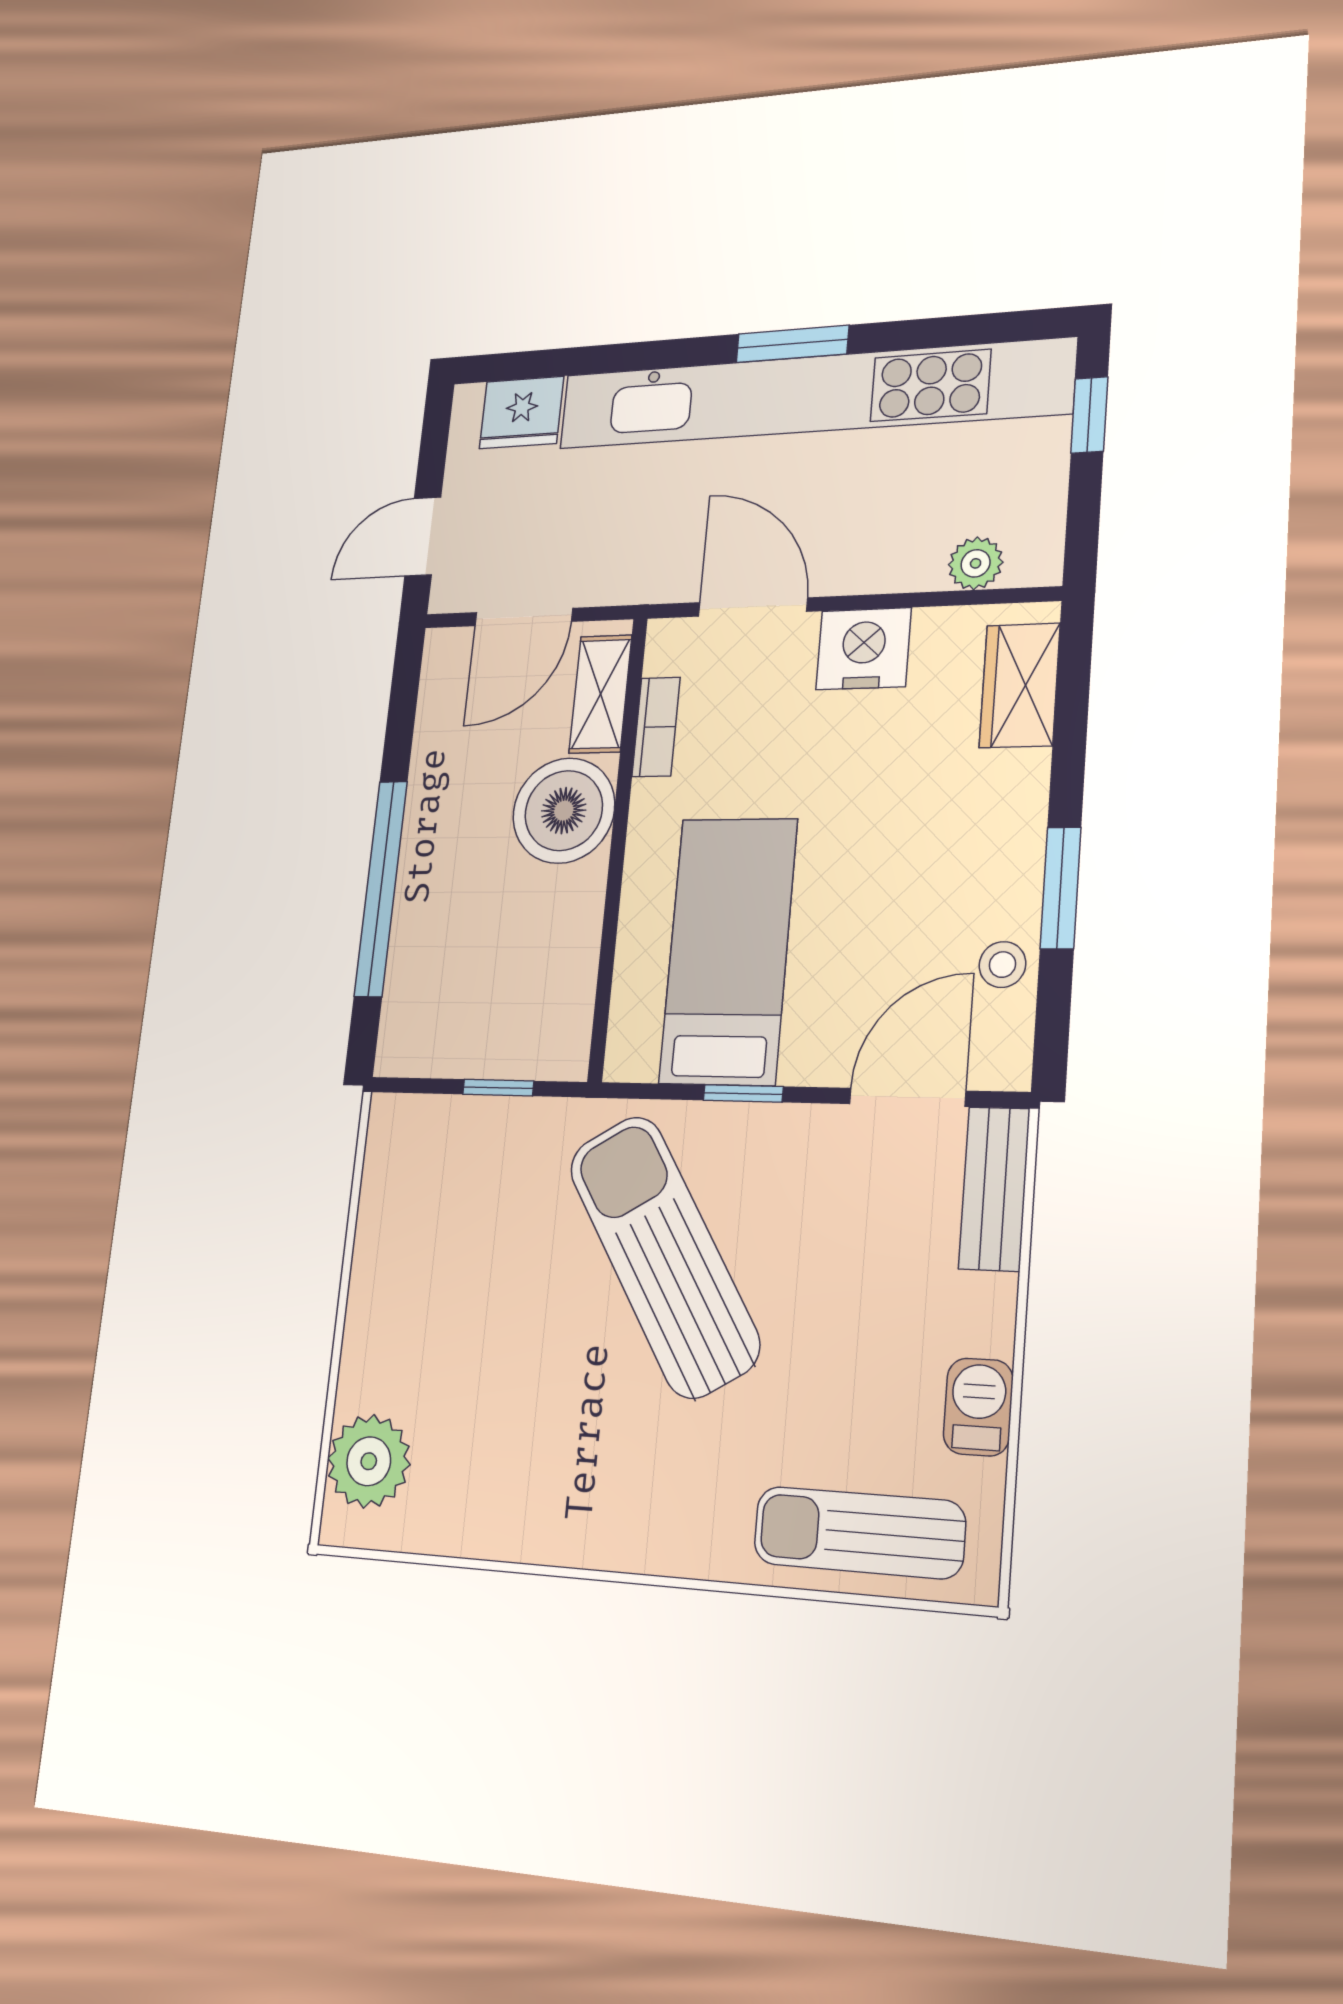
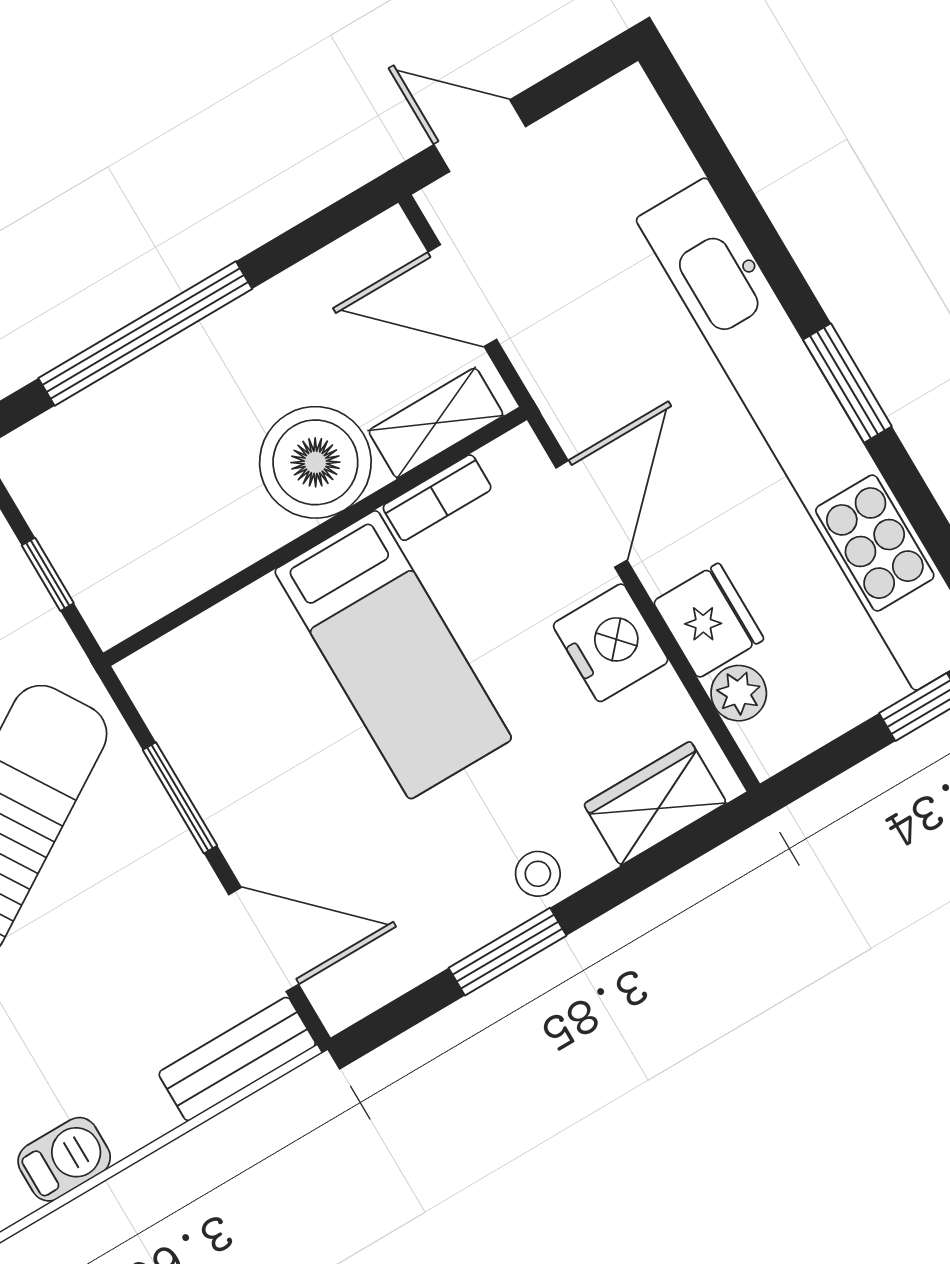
fridge: (521, 413) -> (709, 621), moved, turned 180
bed: (728, 951) -> (393, 655), moved, turned 90
stool: (1002, 965) -> (538, 874), moved
window: (743, 1093) -> (180, 798), width x1.50

